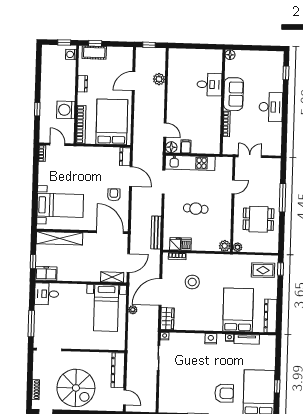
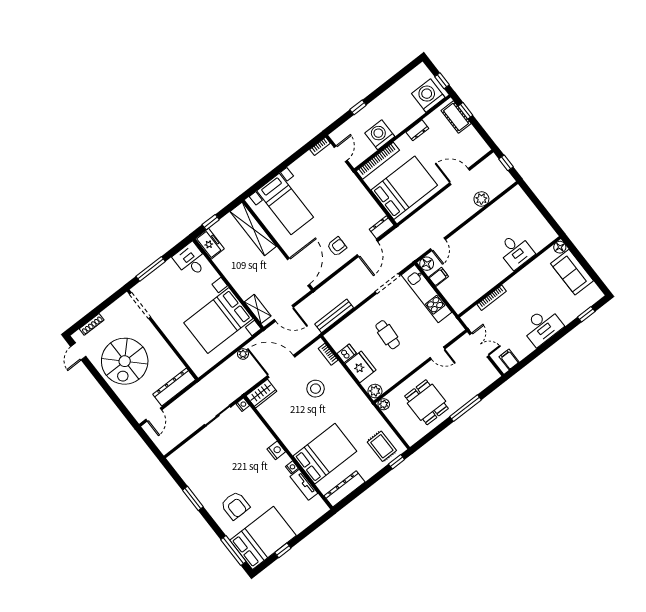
washing machine: (71, 54) -> (428, 95), width x1.89, depth x1.89
sofa: (234, 94) -> (572, 272), moved, turned 90
filing cabinet: (274, 145) -> (509, 359), added
fridge: (175, 244) -> (361, 367), moved, width x1.88, depth x1.34
bed with nightstands: (106, 308) -> (218, 321), width x1.36

